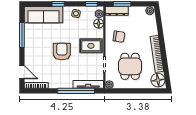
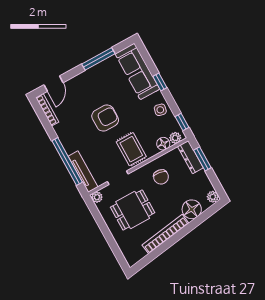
floor lamp: (158, 80) -> (192, 209), moved

